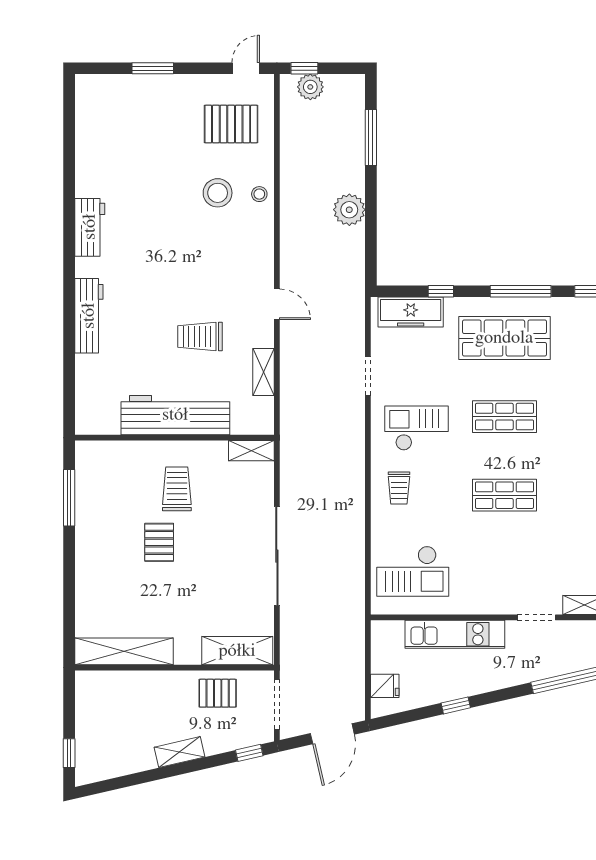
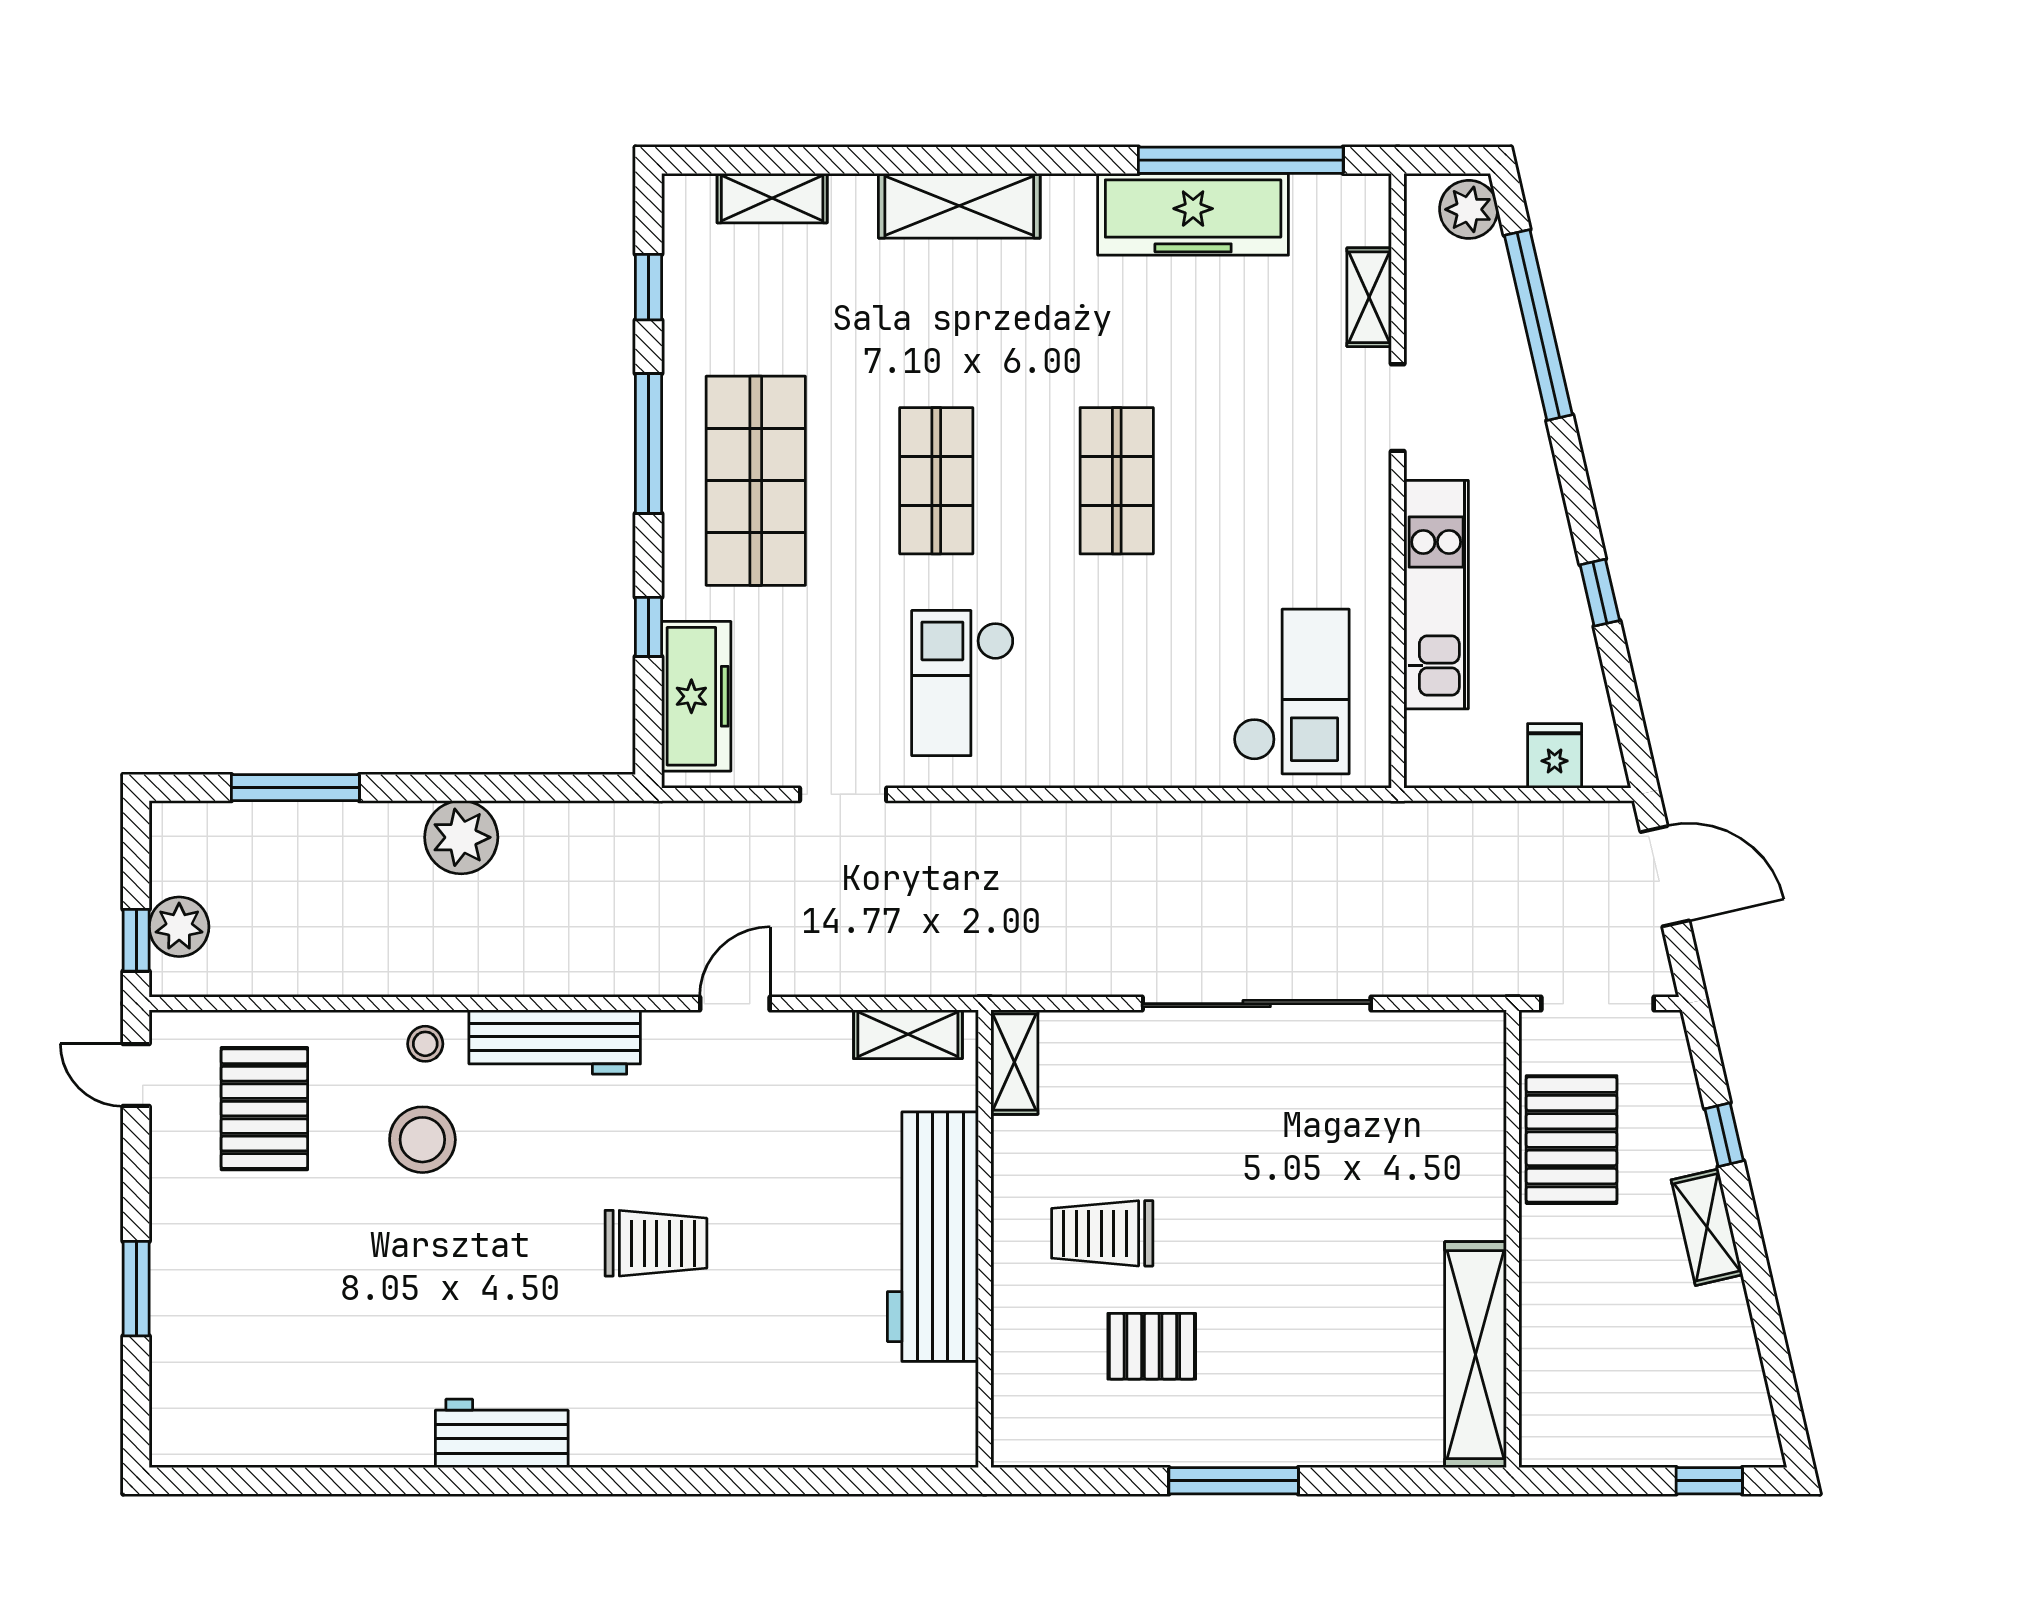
door: (277, 304) -> (735, 1004), moved
workbench: (89, 316) -> (555, 1042), moved, turned 180
trolley: (200, 336) -> (656, 1243), moved, turned -90
shelving: (263, 372) -> (908, 1034), moved
trolley: (399, 488) -> (1100, 723), removed
window: (69, 498) -> (1234, 1481), moved
pallet: (159, 542) -> (1152, 1346), moved
shelving: (237, 651) -> (1474, 1094), removed
pallet: (218, 693) -> (1572, 1140), width x1.50, depth x1.42
window: (249, 753) -> (1724, 1135), moved

